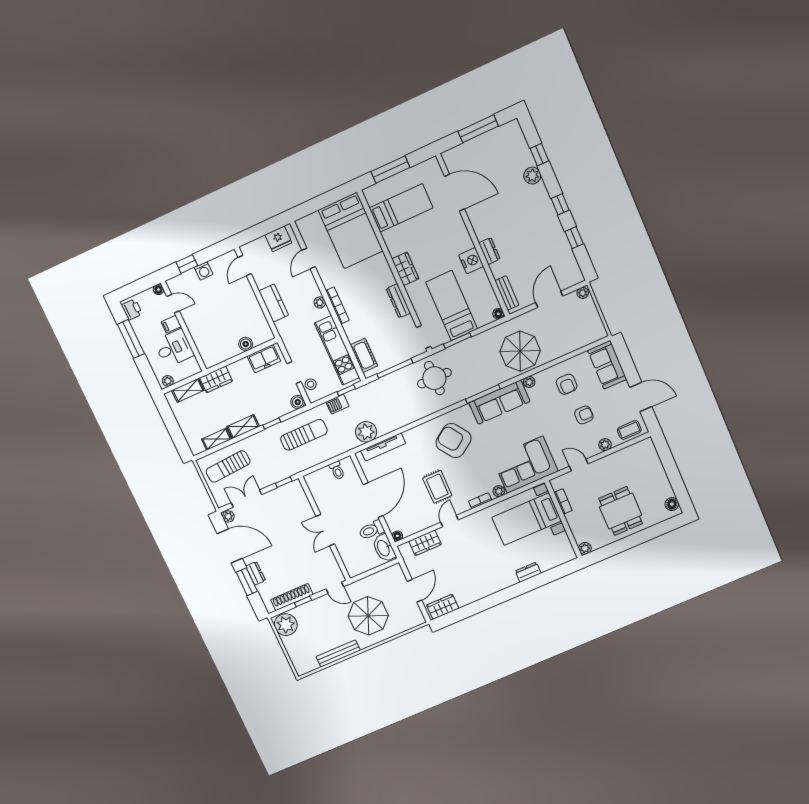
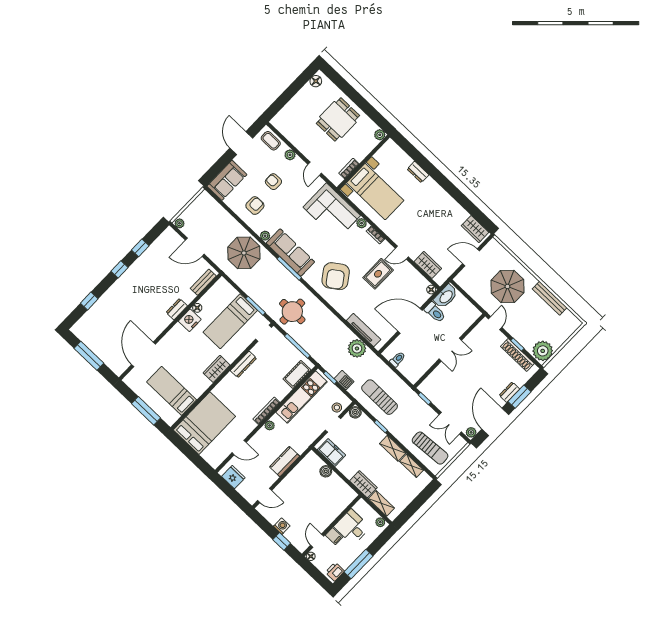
plant: (532, 176) -> (107, 300), removed
floor lamp: (498, 314) -> (197, 308), moved

